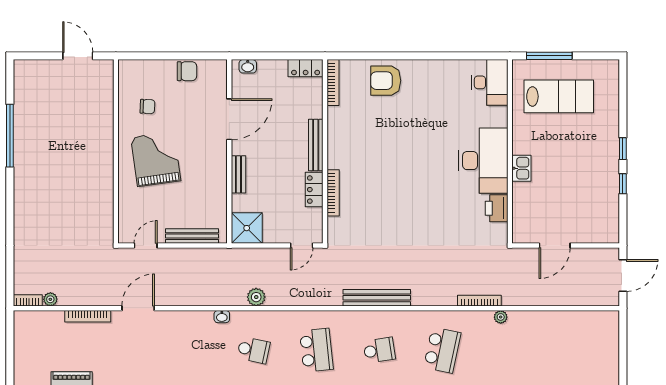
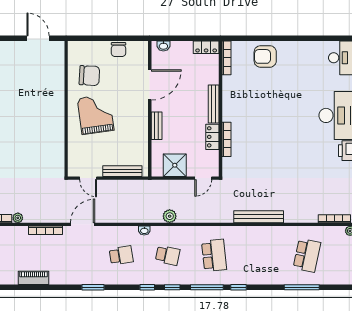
chair: (187, 71) -> (119, 49), turned 90
chair: (147, 107) -> (89, 76), width x1.87, depth x1.87
shower: (247, 228) -> (175, 165), moved
door: (146, 246) -> (88, 178), swing flipped
school desk: (379, 350) -> (121, 255), moved

